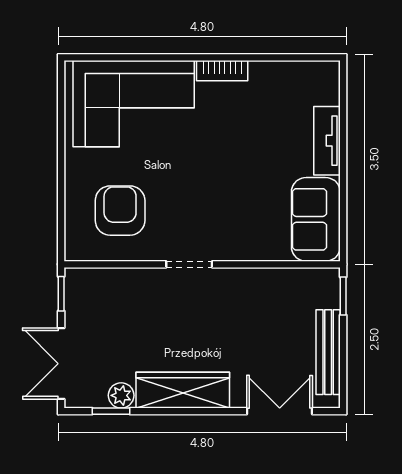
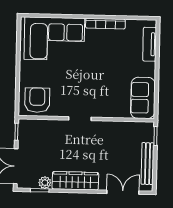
bookcase: (222, 71) -> (105, 24), width x1.56
tv unit: (327, 141) -> (150, 44), moved
armchair: (120, 211) -> (37, 100), moved

